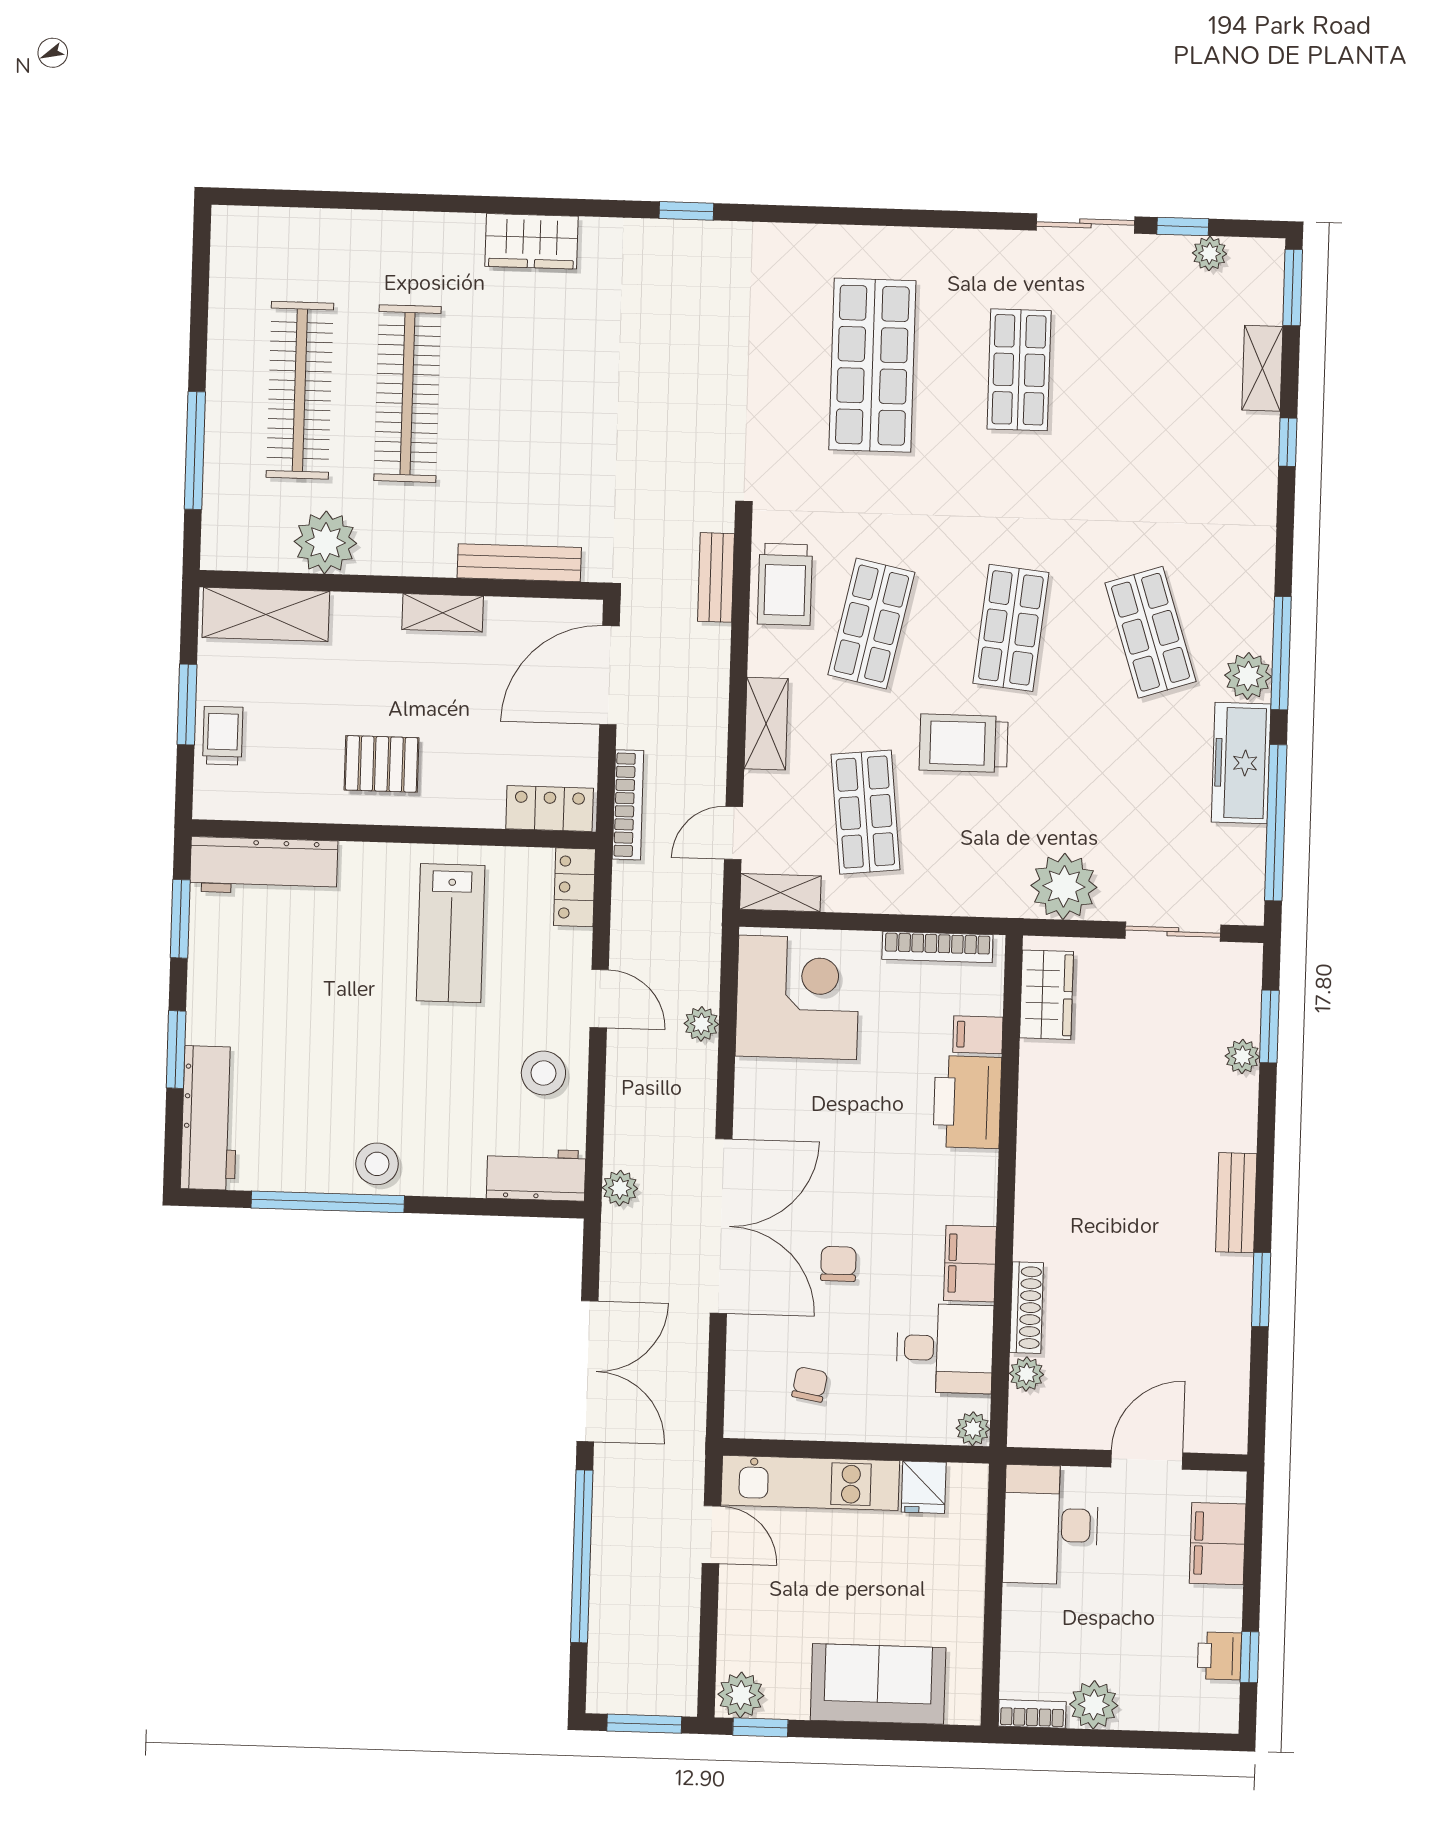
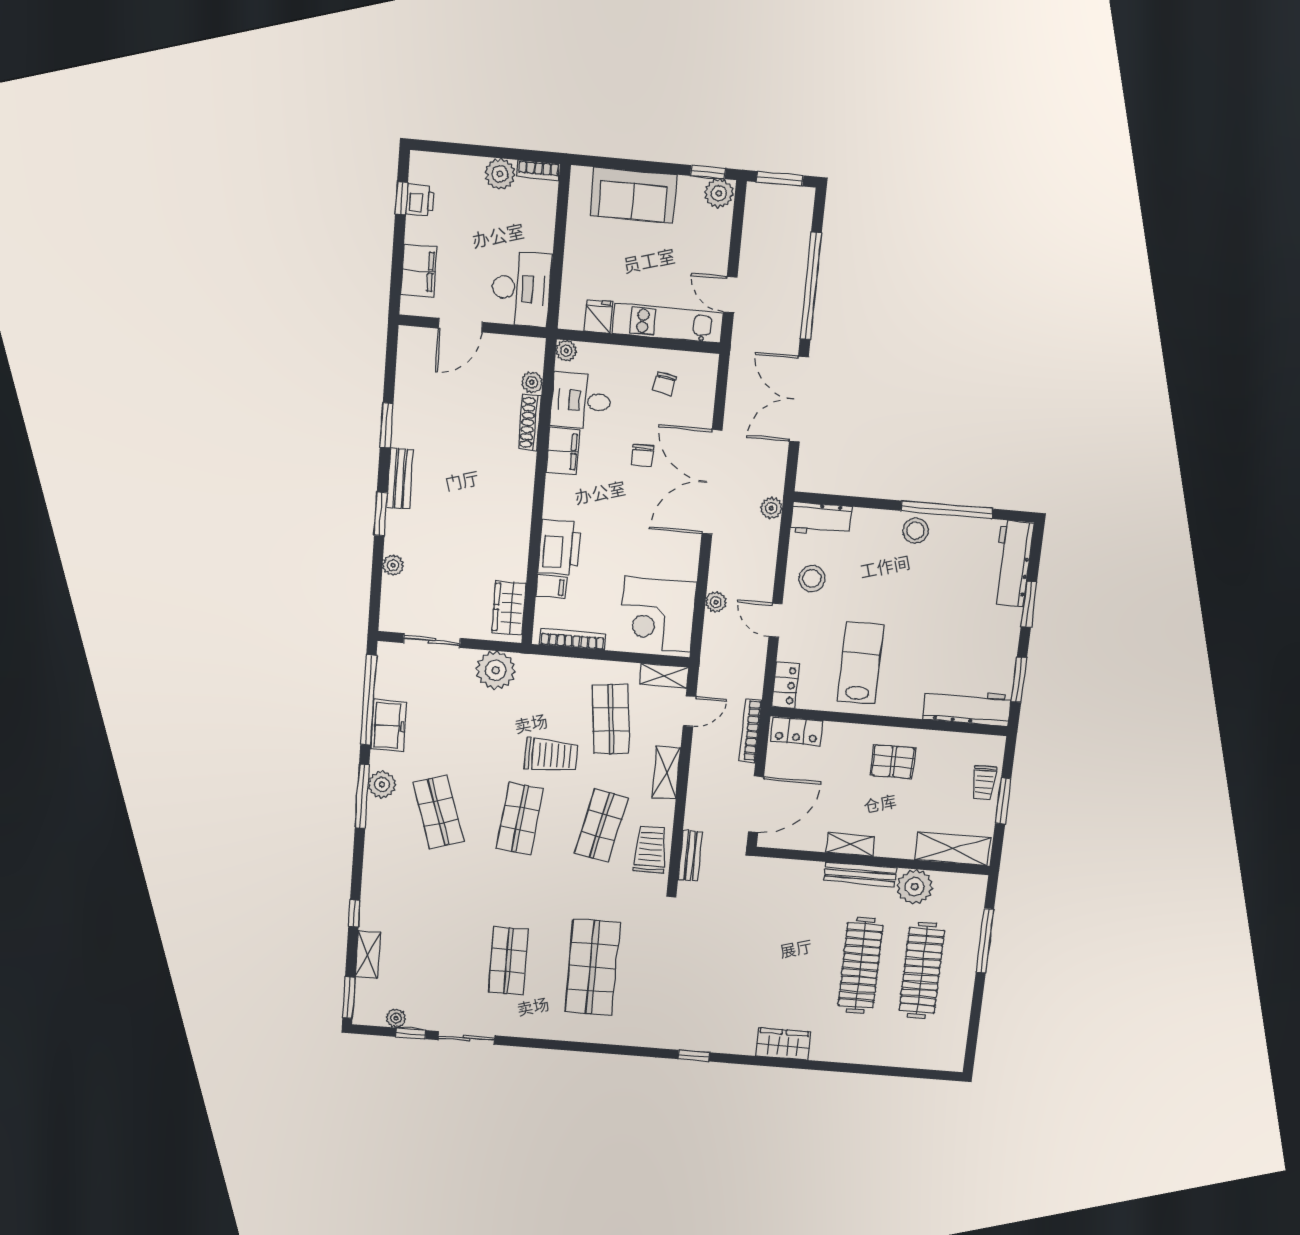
bench: (519, 563) -> (860, 874), moved
freezer: (1241, 763) -> (388, 726), width x0.71
window: (1269, 1027) -> (381, 514), moved

